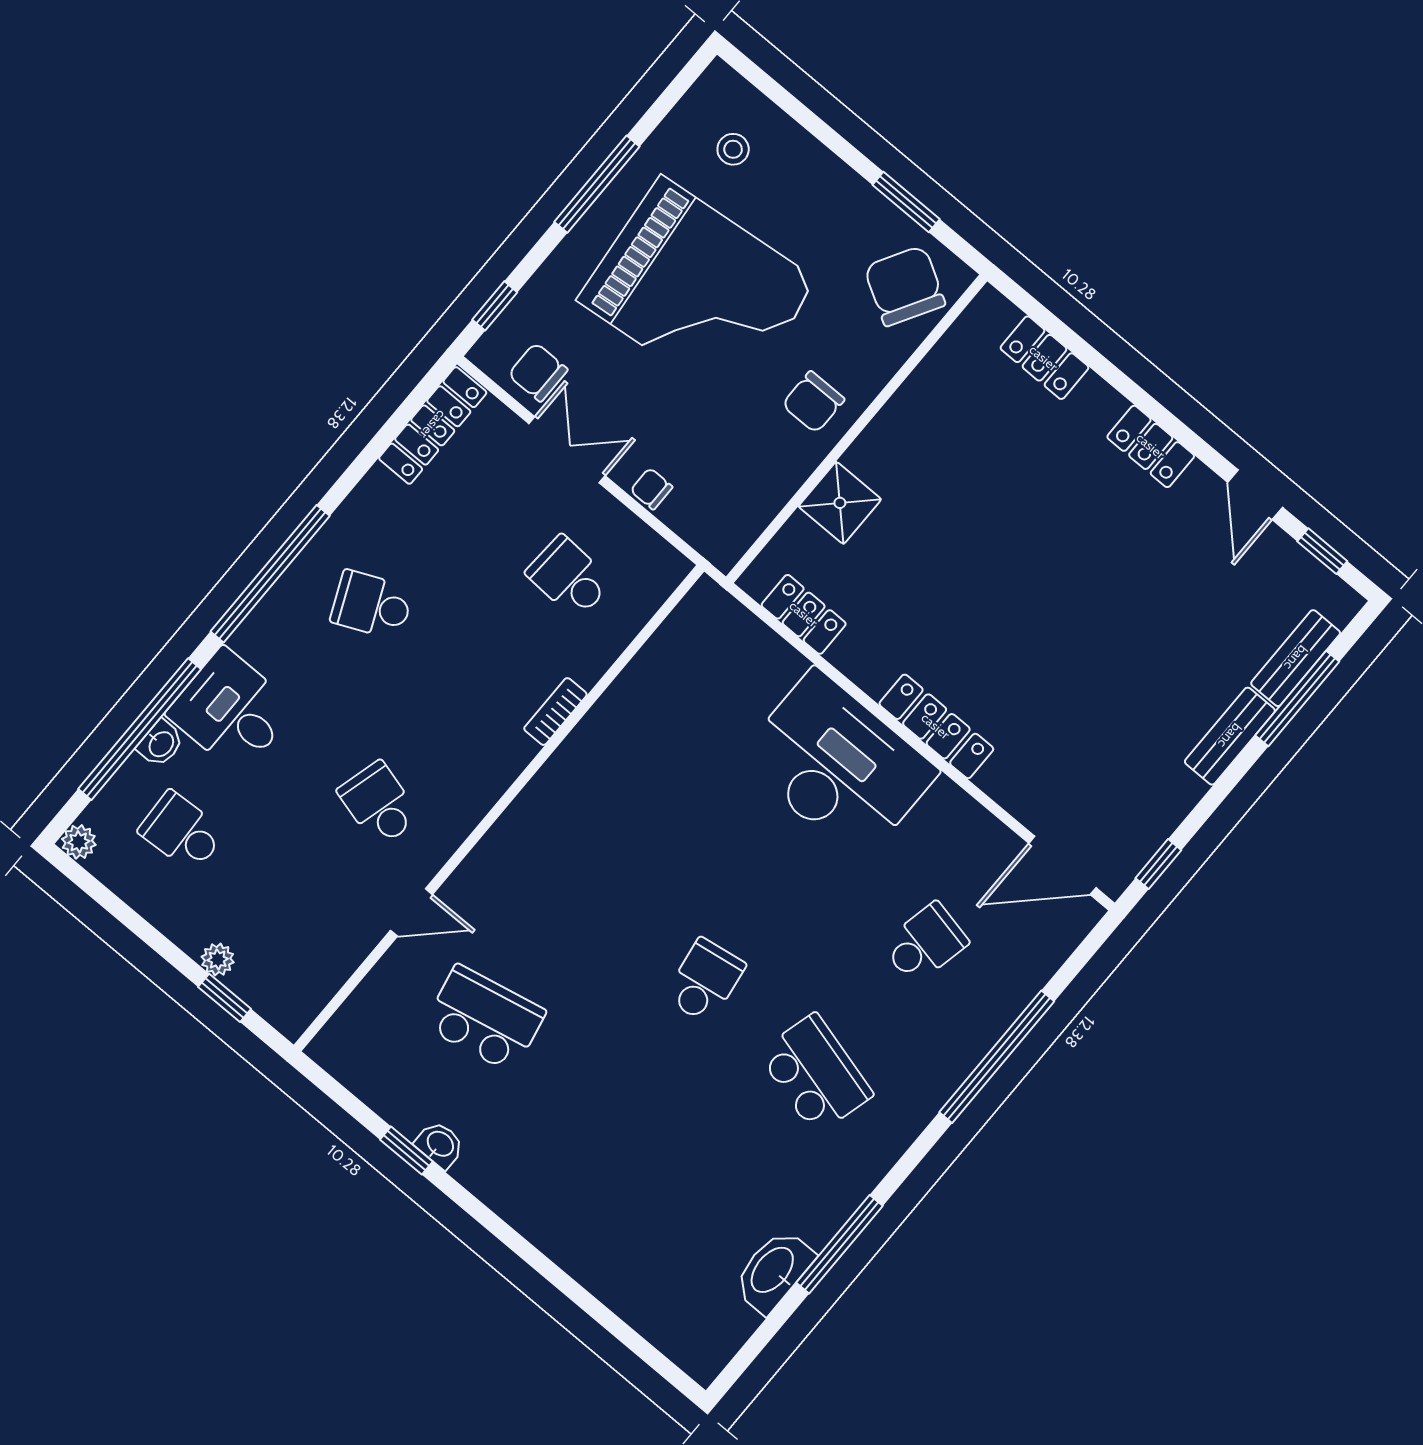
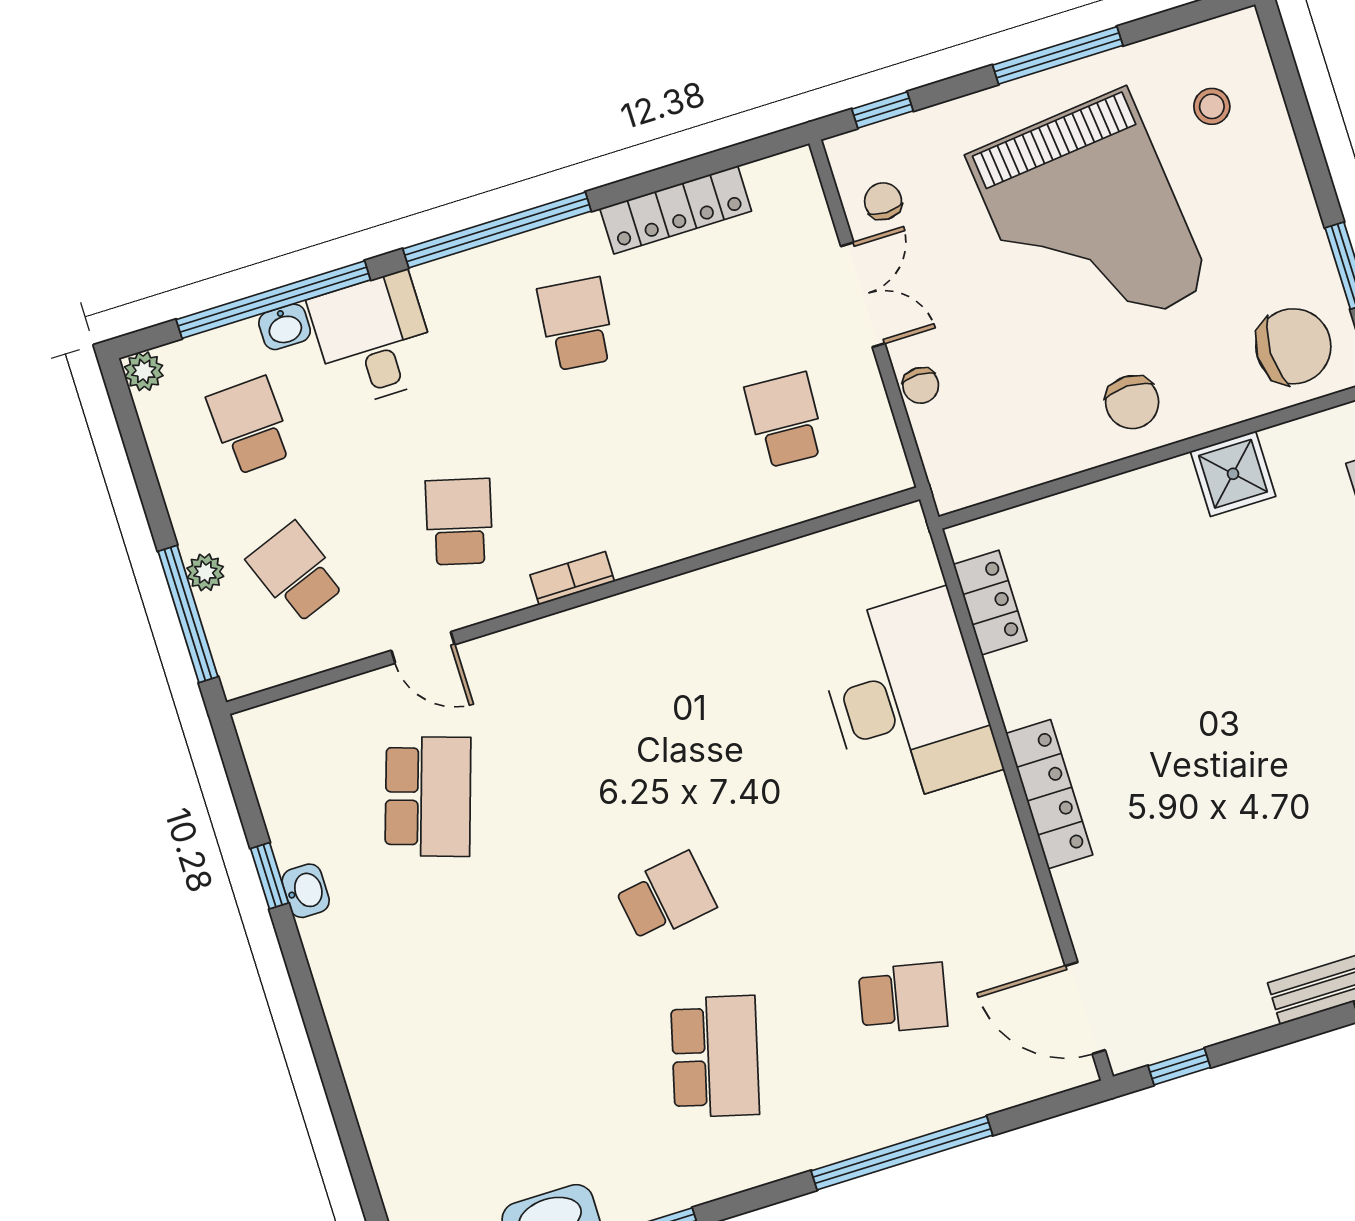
chair: (905, 286) -> (1293, 346), turned 60
chair: (538, 372) -> (883, 201), width x0.73, depth x0.73
chair: (813, 402) -> (1132, 402), turned -90
locker: (433, 425) -> (676, 210), moved
chair: (651, 489) -> (921, 385), turned 180
shower: (840, 503) -> (1233, 474), moved
school desk: (372, 605) -> (576, 324), turned 30
bookcase: (555, 712) -> (572, 578), moved
desk: (838, 765) -> (907, 698), moved
school desk: (284, 917) -> (296, 572), added
window: (225, 998) -> (188, 614), width x2.17
school desk: (485, 1019) -> (428, 796), turned 30

